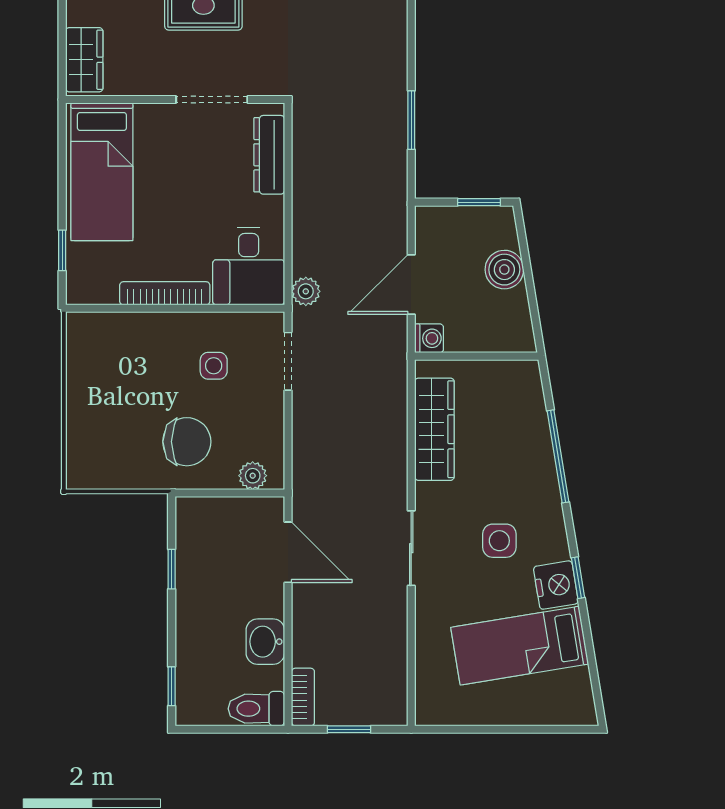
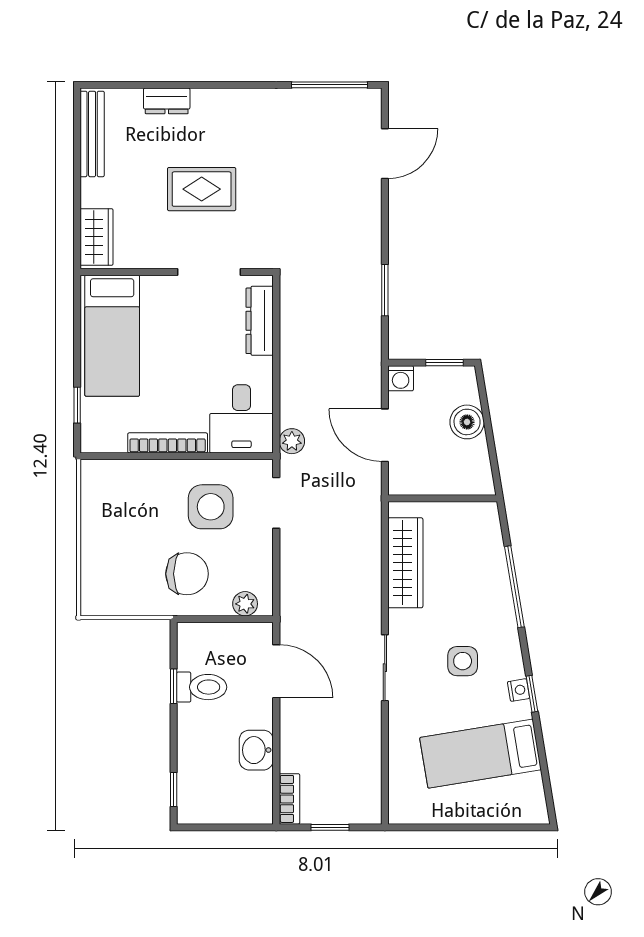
door: (411, 285) -> (385, 435), hinge flipped
washing machine: (429, 338) -> (401, 378), moved, turned 90
side table: (214, 366) -> (211, 507), width x1.87, depth x1.87
nightstand: (556, 585) -> (519, 690), width x0.53, depth x0.56
toilet: (256, 709) -> (202, 687), moved, turned 180

